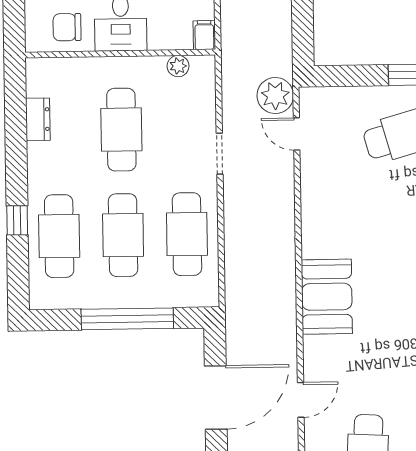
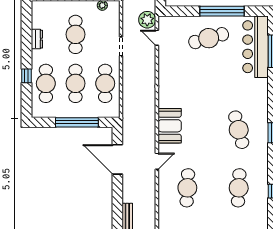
dresser: (38, 119) -> (37, 39), moved
booth: (327, 297) -> (170, 126), moved
door: (216, 397) -> (117, 159), swing flipped

